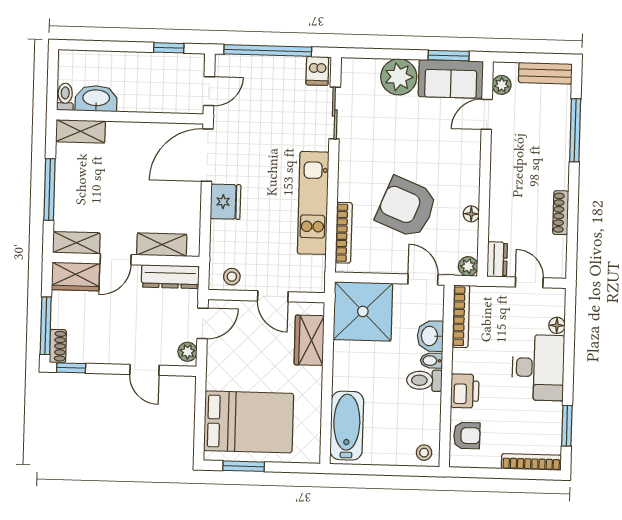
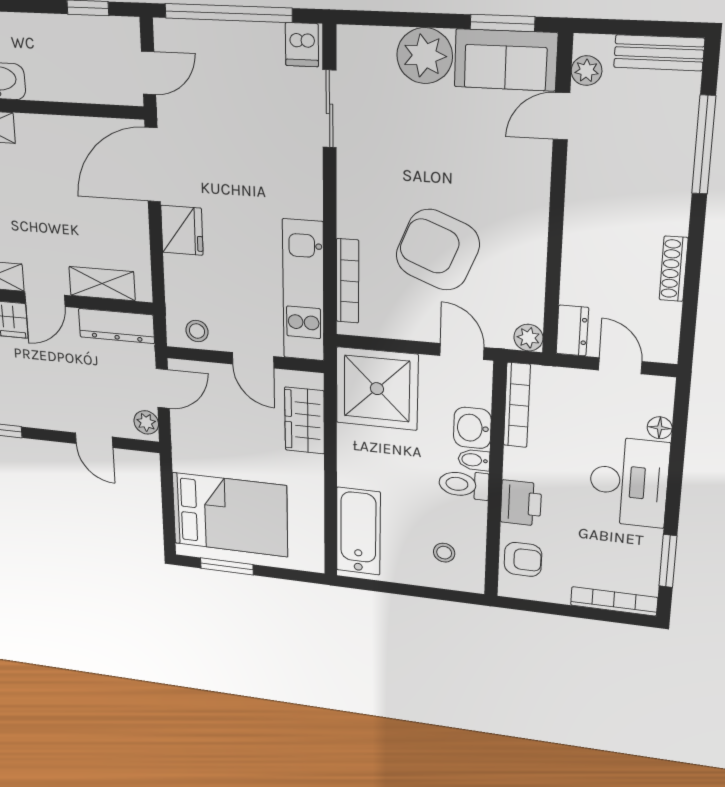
kitchen unit: (313, 203) -> (303, 291), moved
floor lamp: (471, 214) -> (534, 264), removed
stool: (424, 453) -> (444, 553), moved

